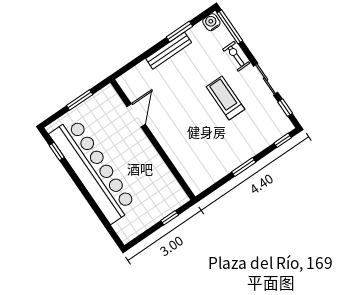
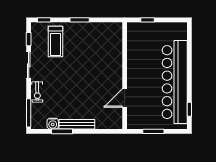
water cooler: (211, 22) -> (53, 124), moved
treadmill: (225, 98) -> (56, 41), moved

